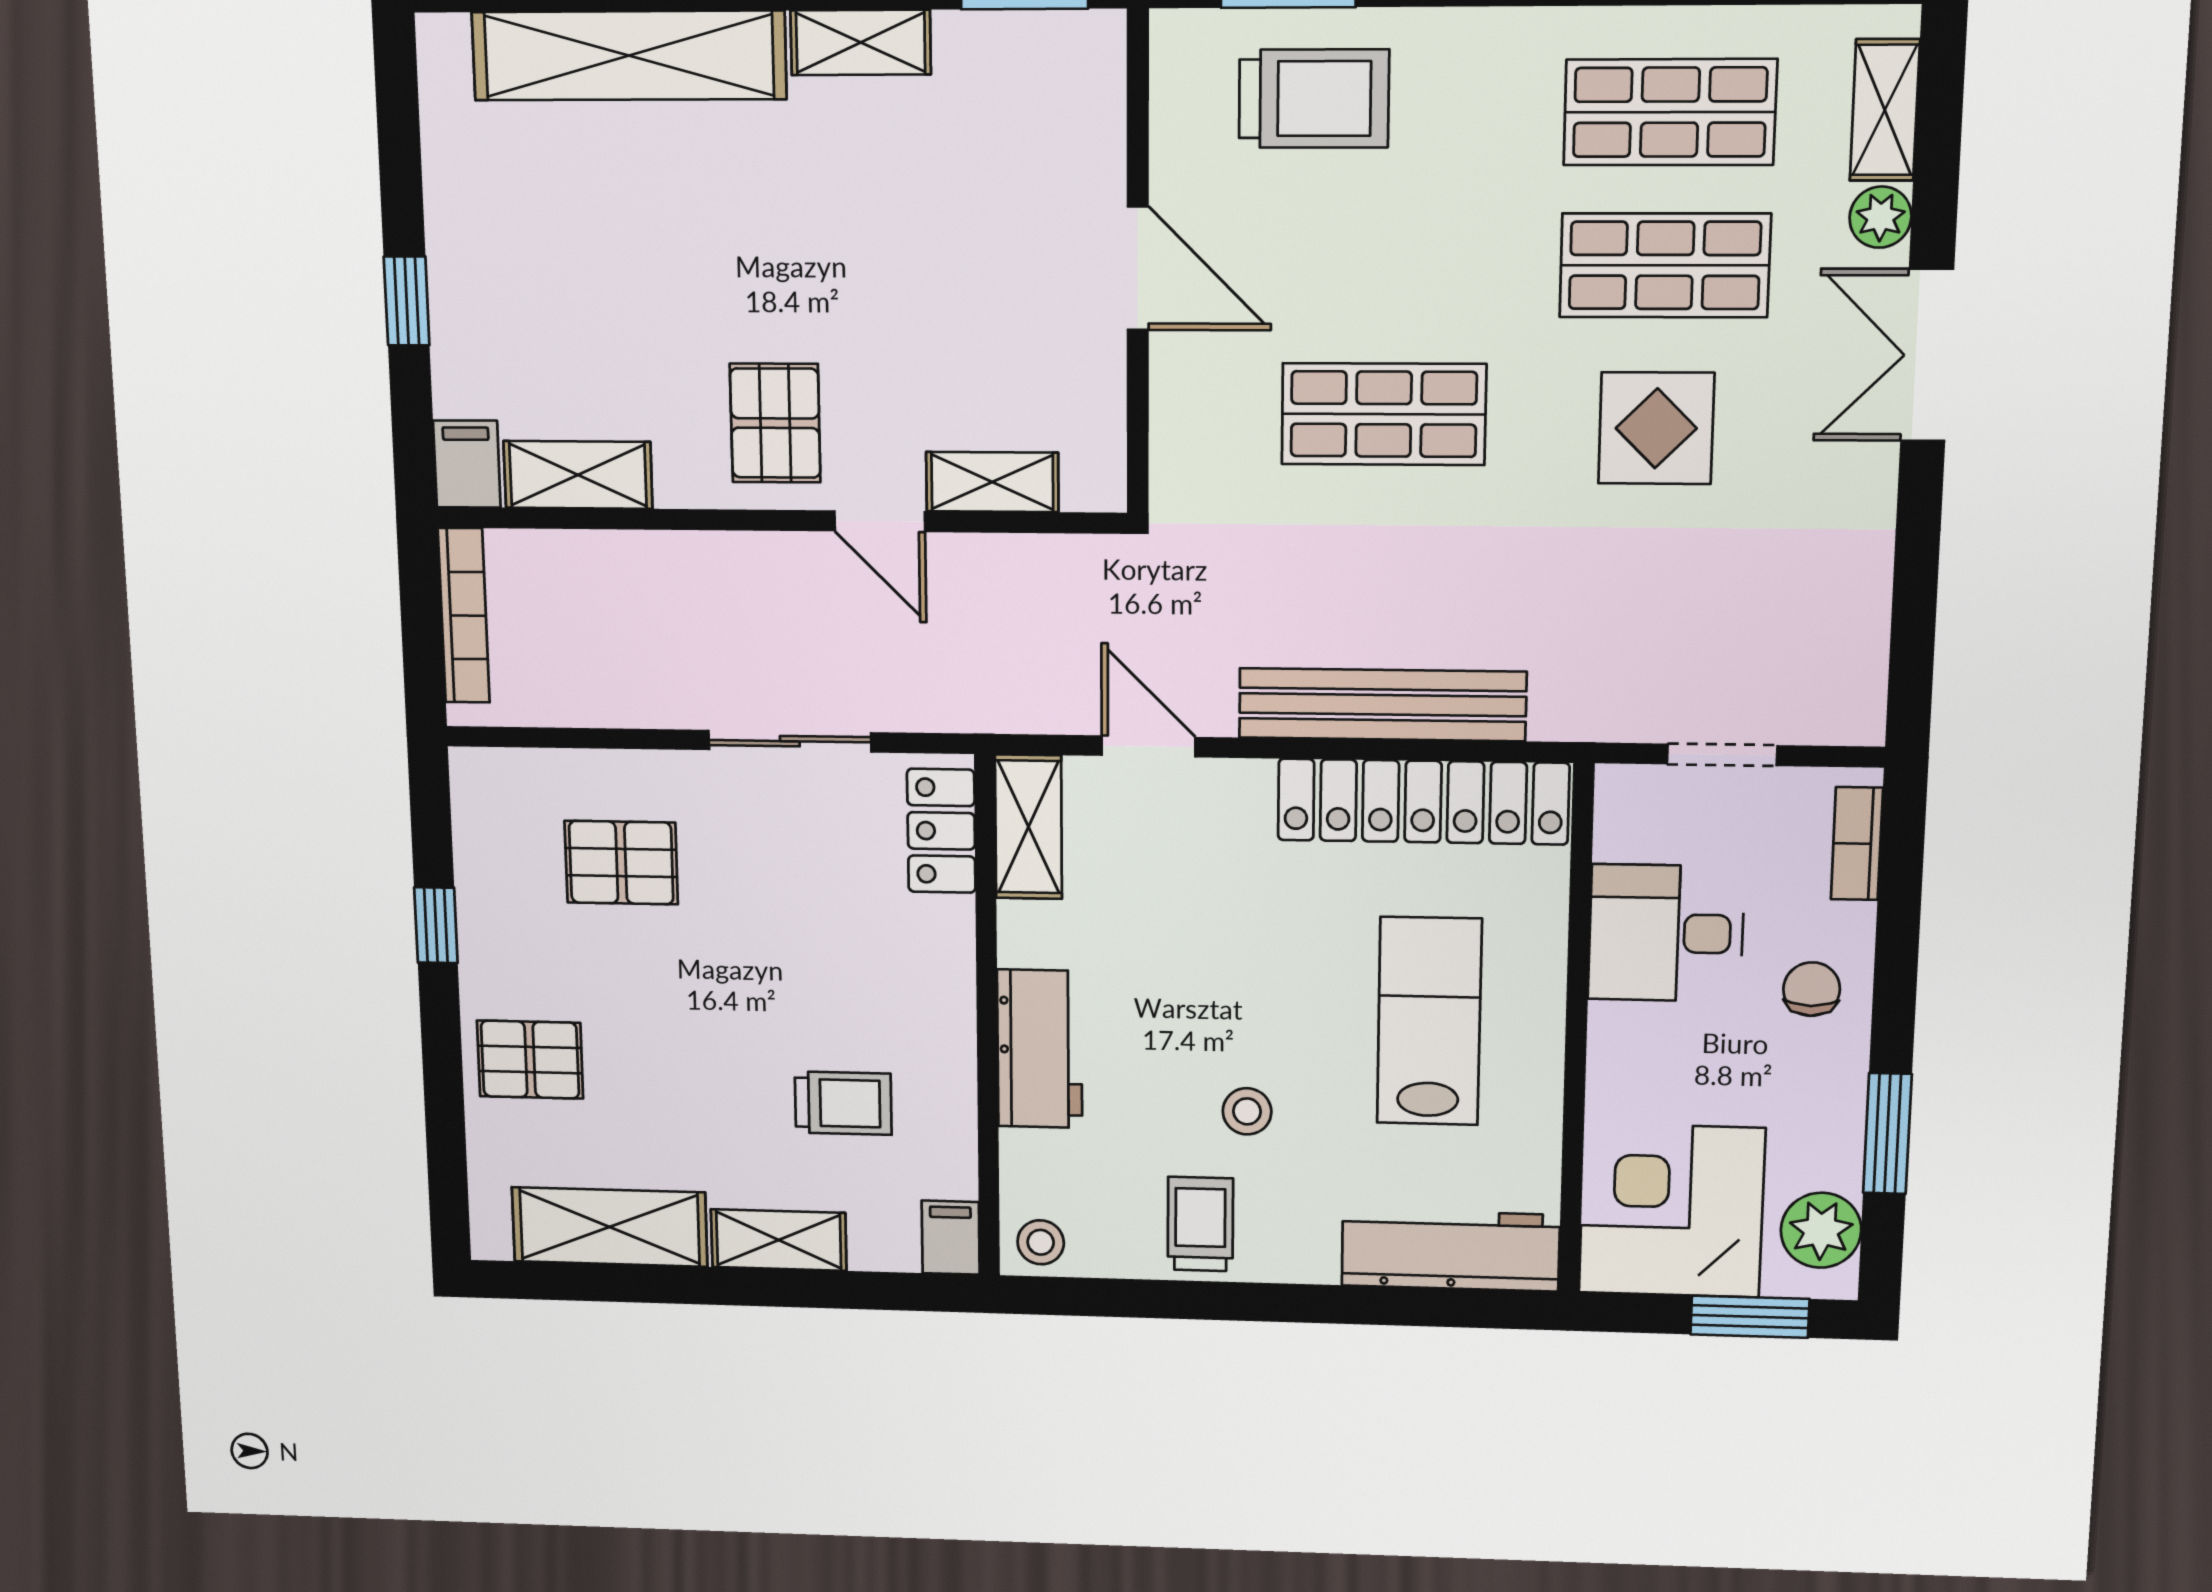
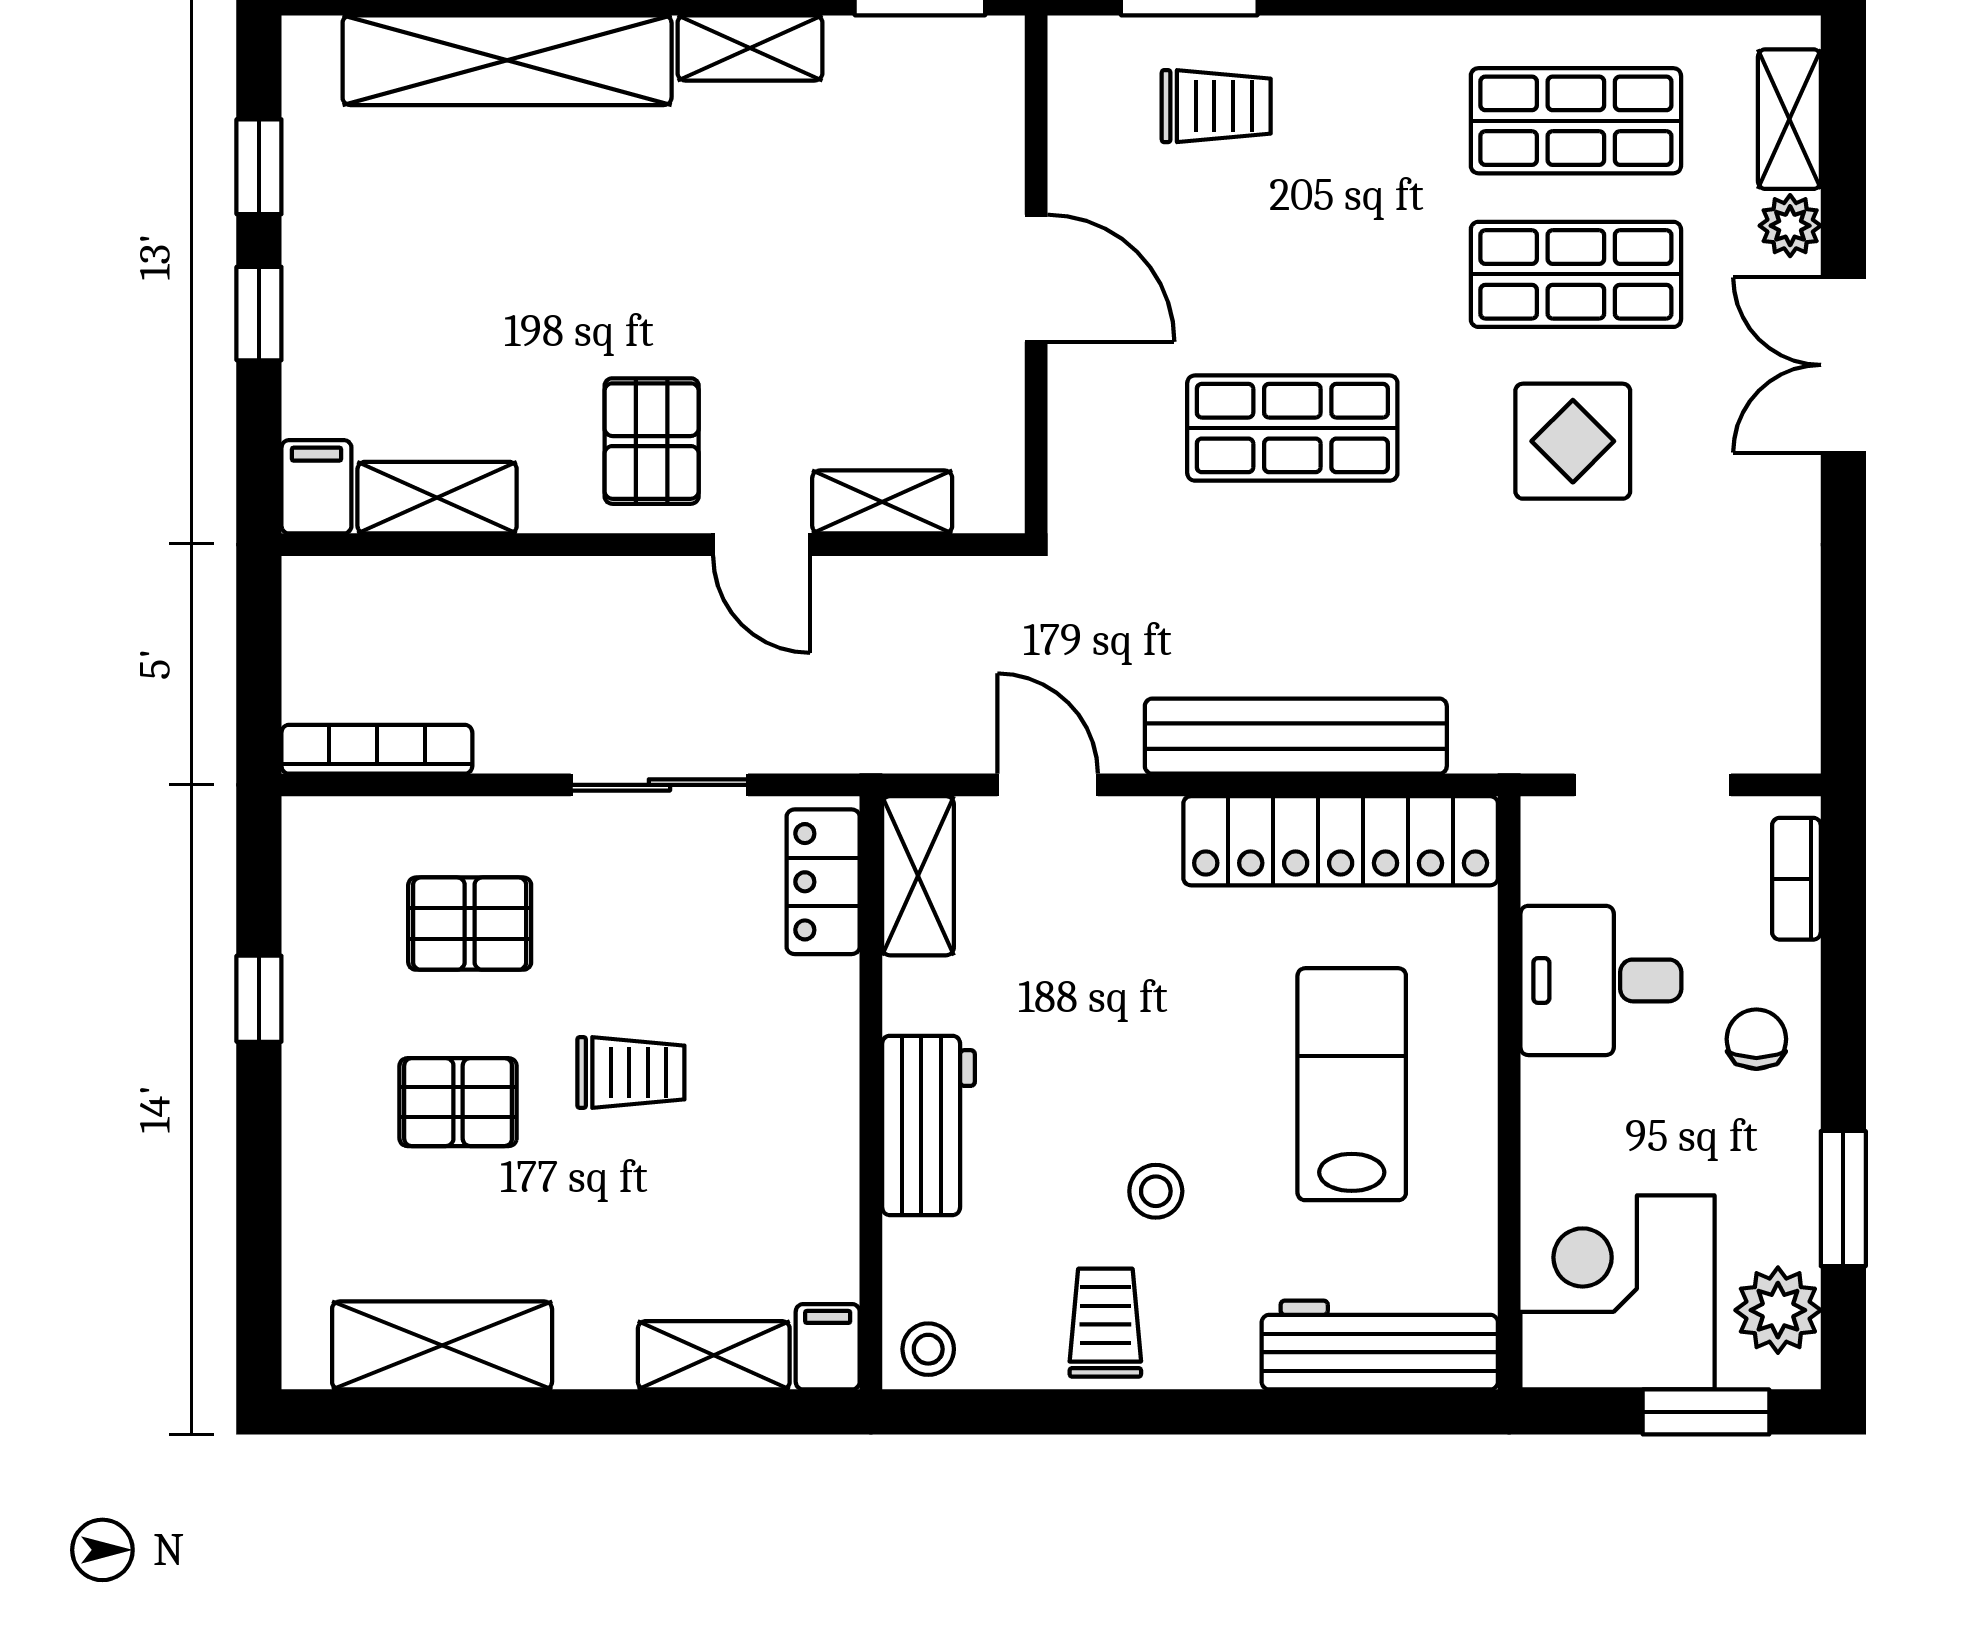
trolley: (1314, 99) -> (1216, 106), width x0.73, depth x0.72
window: (400, 160) -> (259, 167), added
bookcase: (464, 616) -> (377, 749), moved, turned -90
doorway: (1722, 755) -> (1653, 785), width x1.38
pallet: (530, 1060) -> (458, 1102), moved
trolley: (843, 1103) -> (631, 1072), moved
shelving: (779, 1240) -> (714, 1355), moved

